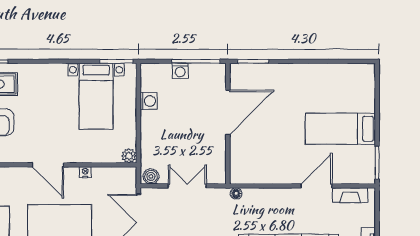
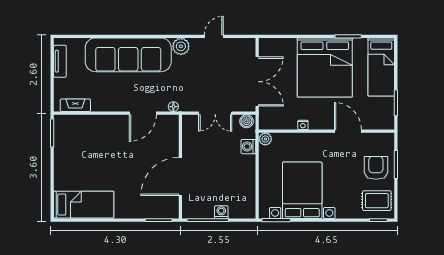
bed with nightstands: (96, 96) -> (302, 190), width x1.36
washing machine: (149, 101) -> (248, 147), moved
bed: (340, 129) -> (84, 205), moved
door: (48, 165) -> (348, 131), moved
door: (317, 186) -> (143, 113), moved

